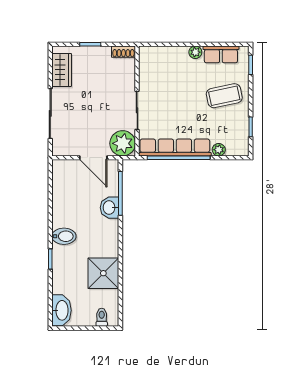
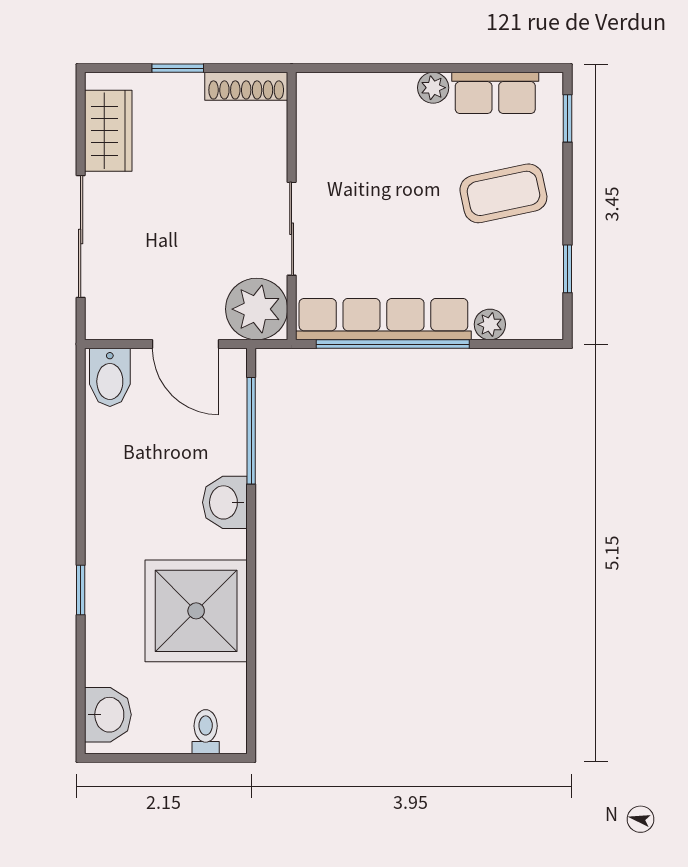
shoe rack: (123, 52) -> (246, 86), width x1.43
washbasin: (110, 208) -> (225, 502), moved
bidet: (64, 236) -> (110, 377), moved, turned 90
shower: (103, 273) -> (196, 611), width x1.37, depth x1.37
washbasin: (61, 310) -> (108, 715), width x0.72

